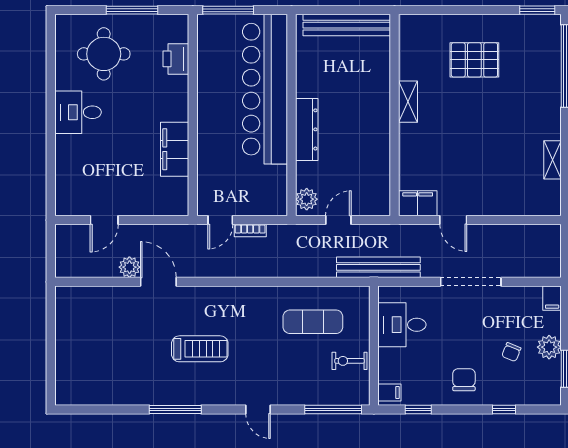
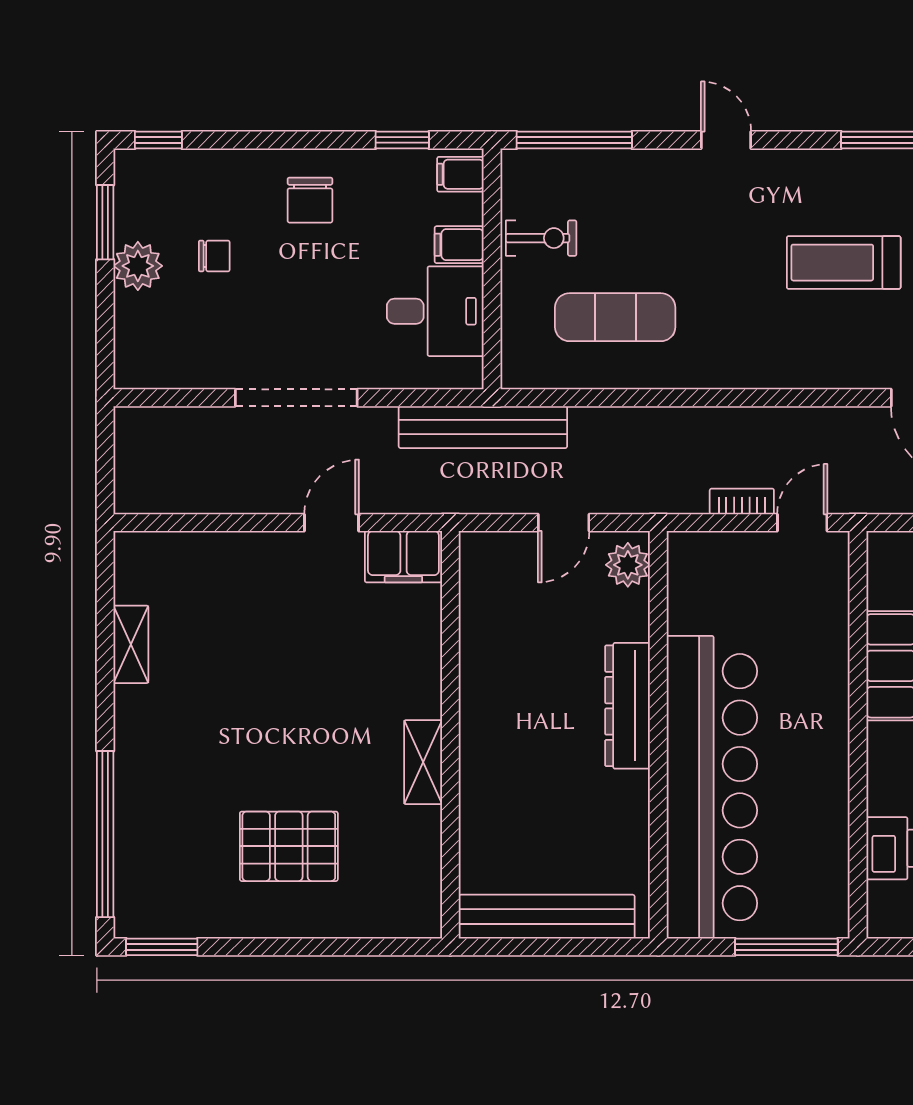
door: (453, 220) -> (332, 523), hinge flipped
filing cabinet: (552, 298) -> (459, 245), moved, turned -90
chair: (511, 352) -> (214, 256), turned 68
window: (504, 409) -> (158, 140), moved

